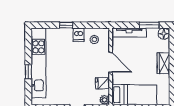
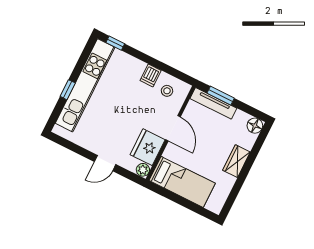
window: (66, 25) -> (115, 43), moved
window: (149, 25) -> (221, 96), moved
fridge: (102, 83) -> (148, 147), width x1.88, depth x1.34

